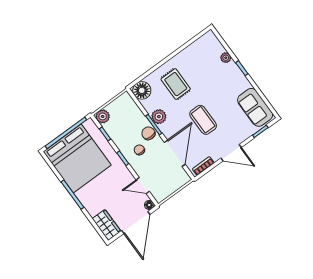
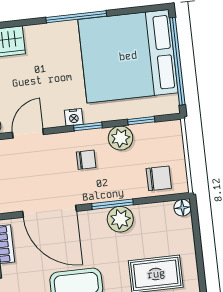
floor lamp: (142, 90) -> (182, 208), width x0.53, depth x0.53
plant: (103, 116) -> (121, 138), moved
chair: (148, 133) -> (159, 178), moved
nightstand: (122, 168) -> (74, 117), added

